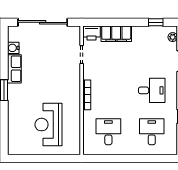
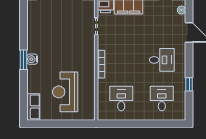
water cooler: (13, 48) -> (32, 59), moved
row of seats: (14, 69) -> (33, 107), moved

